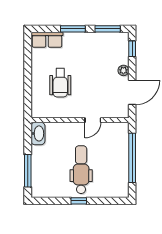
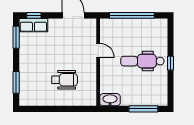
window: (73, 29) -> (16, 82), moved
row of seats: (47, 40) -> (33, 25), moved, turned 90
plant: (123, 70) -> (53, 23), removed

